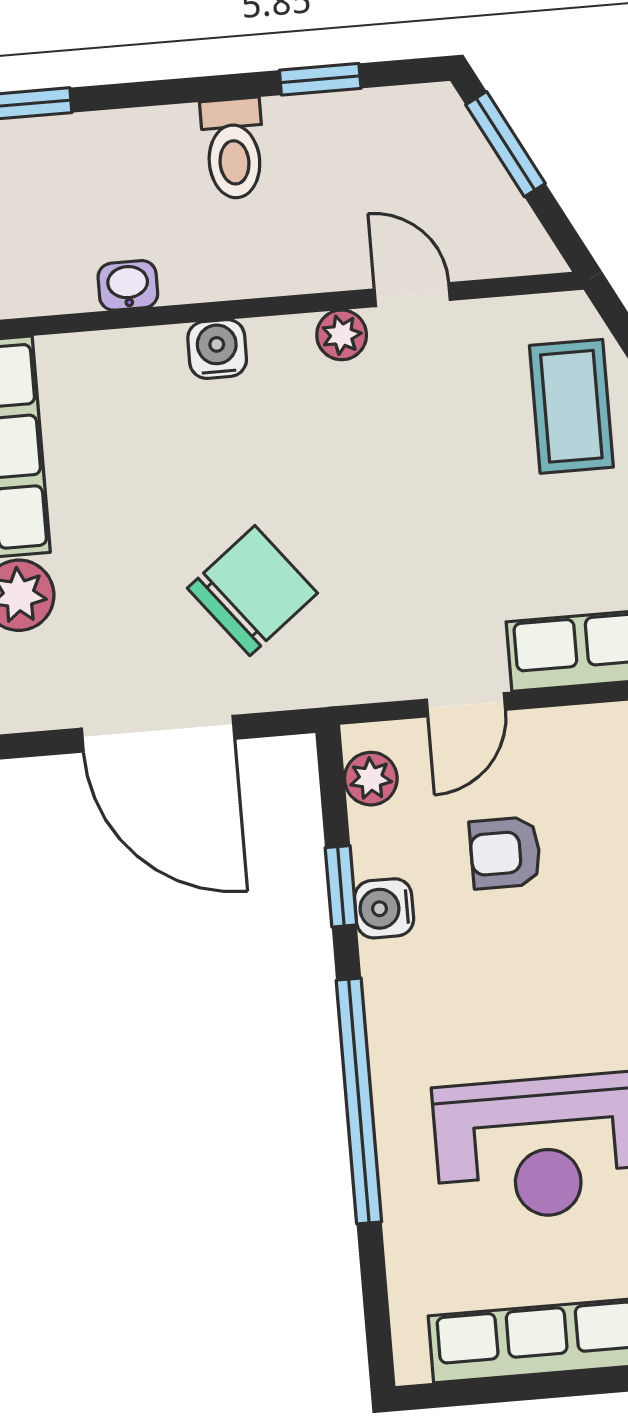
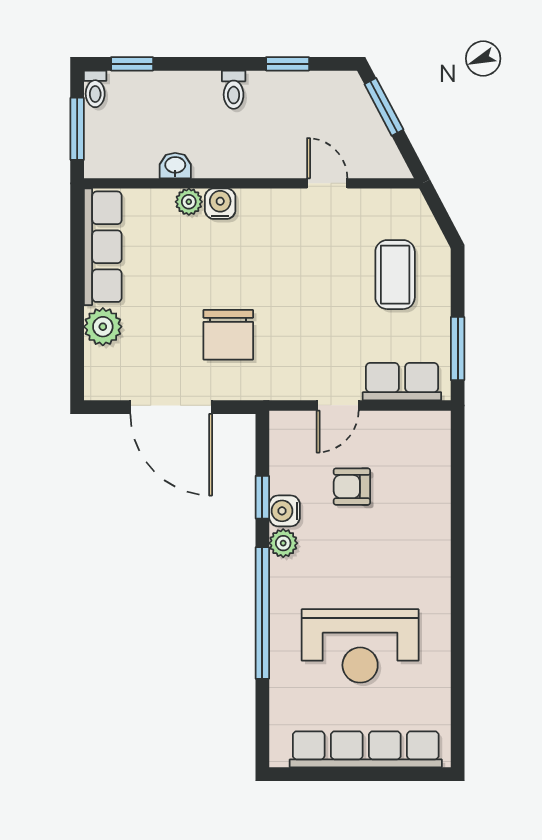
toilet: (233, 149) -> (234, 90), width x0.73, depth x0.72
plant: (342, 335) -> (189, 202), moved
coffee table: (571, 406) -> (395, 275), moved
chair: (252, 591) -> (228, 335), turned 128
plant: (371, 779) -> (283, 543), moved

